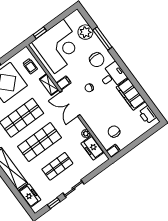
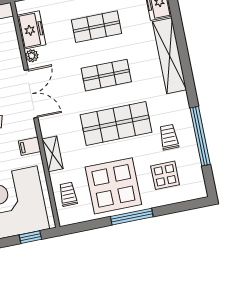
double door: (70, 103) -> (31, 94), moved
shop shelf: (40, 142) -> (106, 75), width x0.70, depth x0.74

